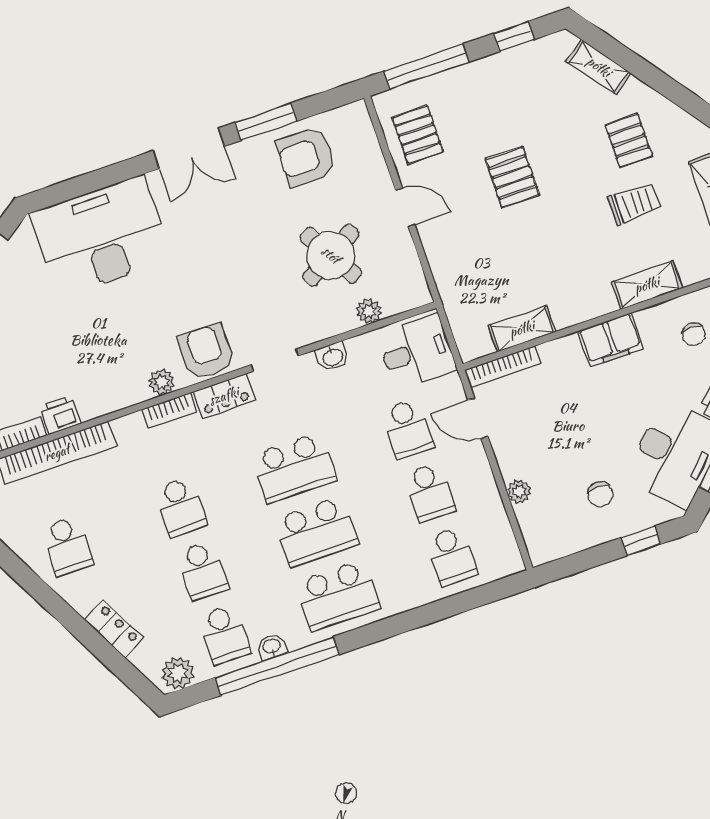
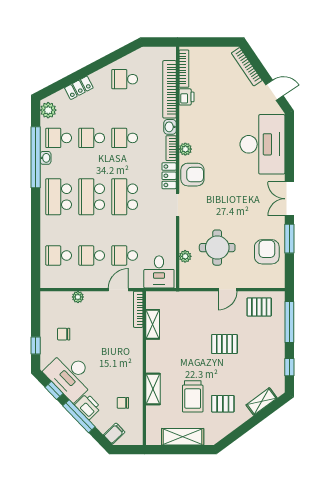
trolley: (634, 204) -> (193, 396), width x1.36, depth x1.39
round table: (331, 255) -> (217, 248), turned 30
filing cabinet: (611, 340) -> (133, 364), removed
washbasin: (332, 357) -> (170, 127), moved

